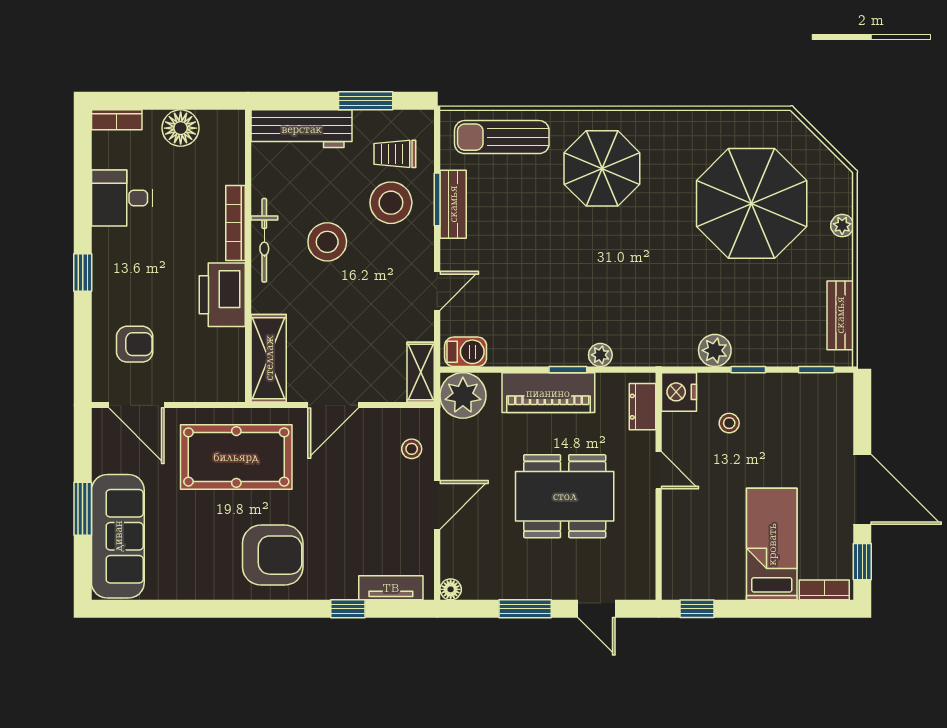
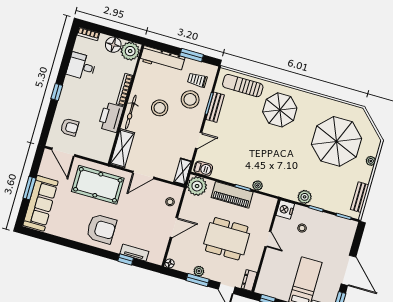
plant: (223, 132) -> (130, 51), added
bicycle: (264, 240) -> (131, 112), moved
dresser: (642, 407) -> (249, 280), moved
tv unit: (391, 588) -> (134, 253), moved
plant: (522, 588) -> (199, 271), added

